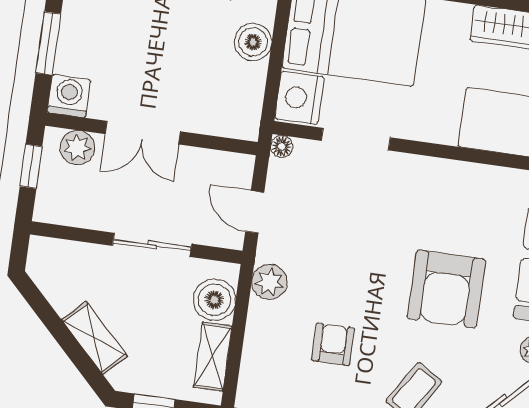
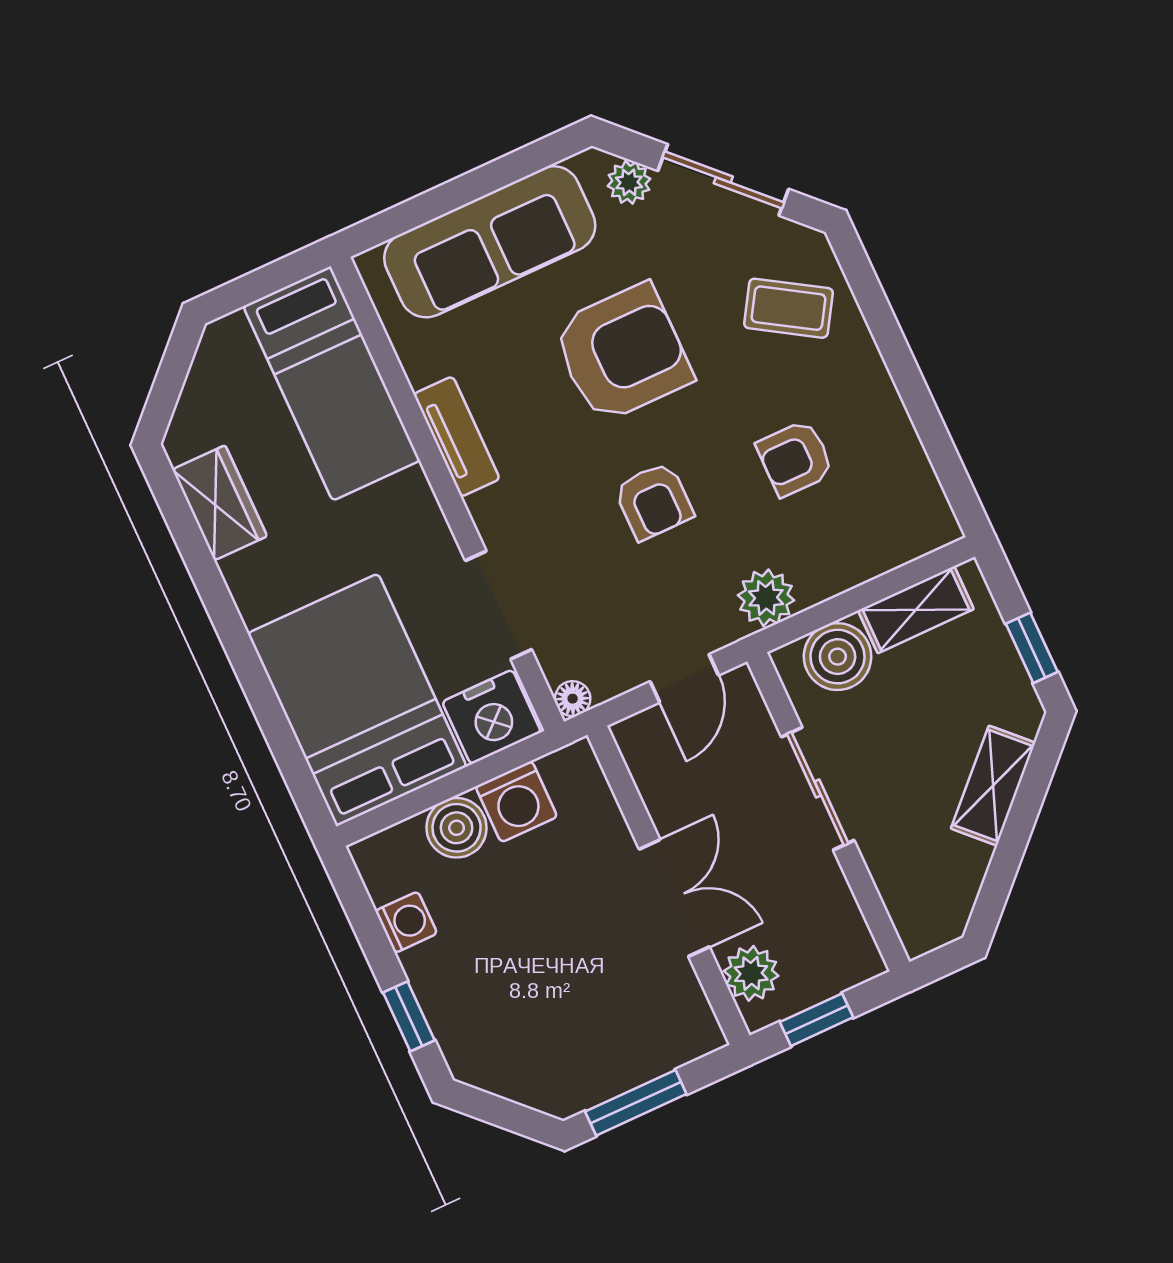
washing machine: (69, 96) -> (516, 802), moved, turned -90
tv unit: (458, 174) -> (457, 437), added
armchair: (358, 256) -> (654, 501), added

